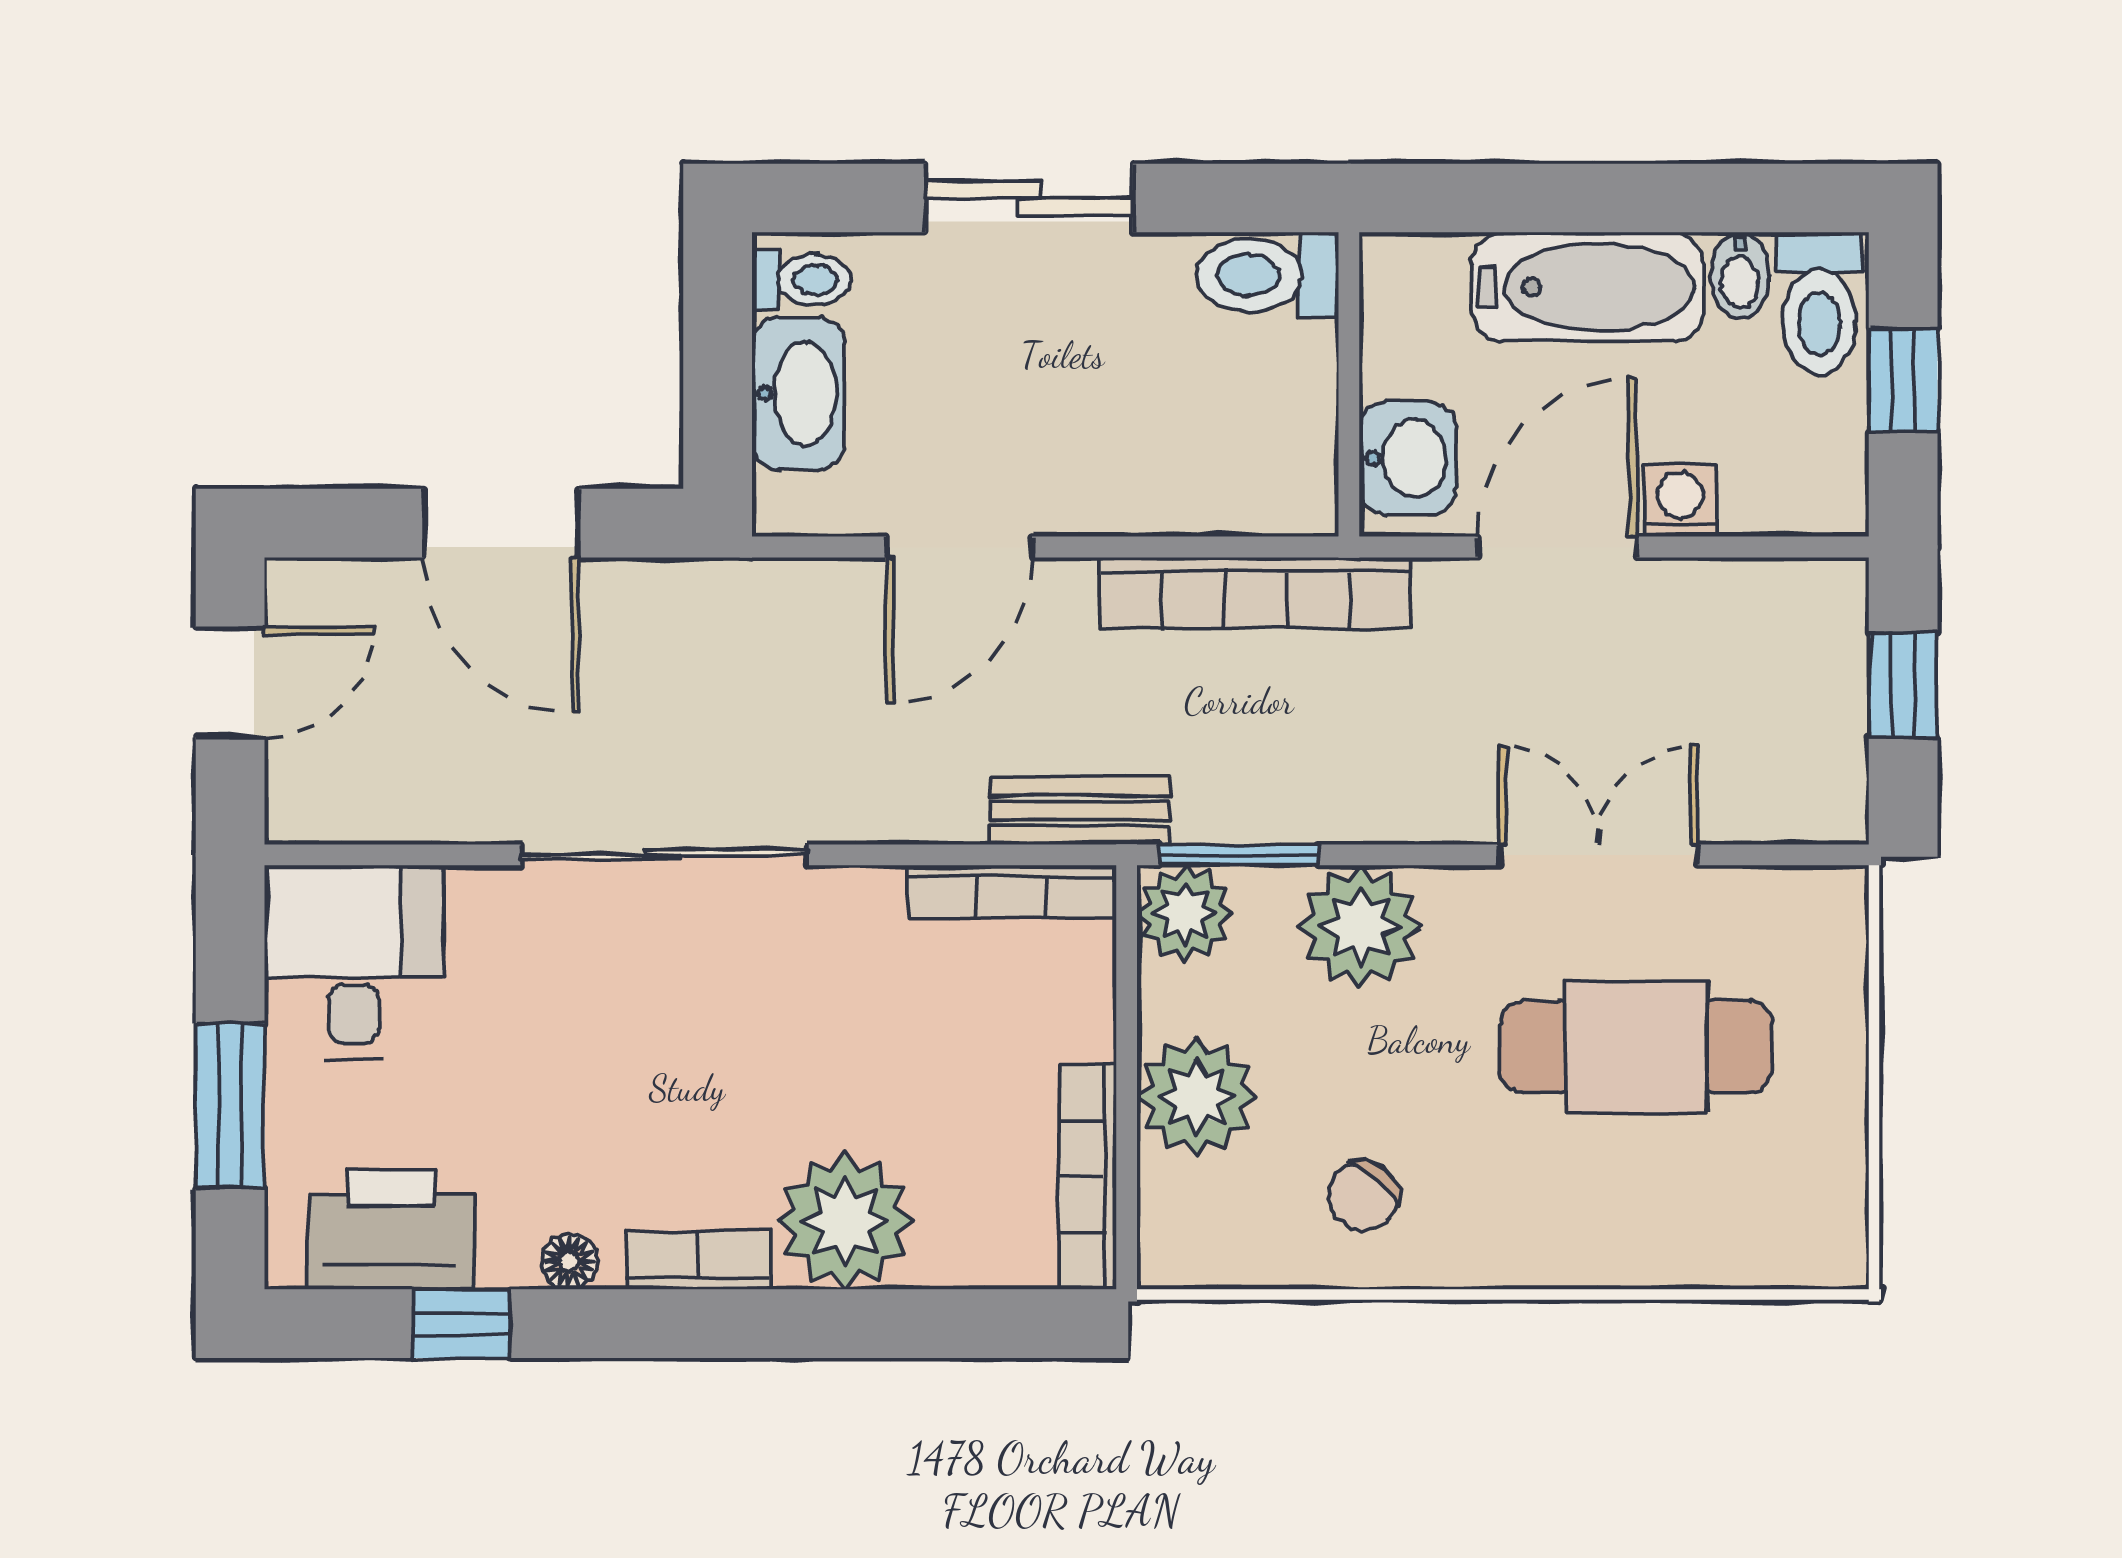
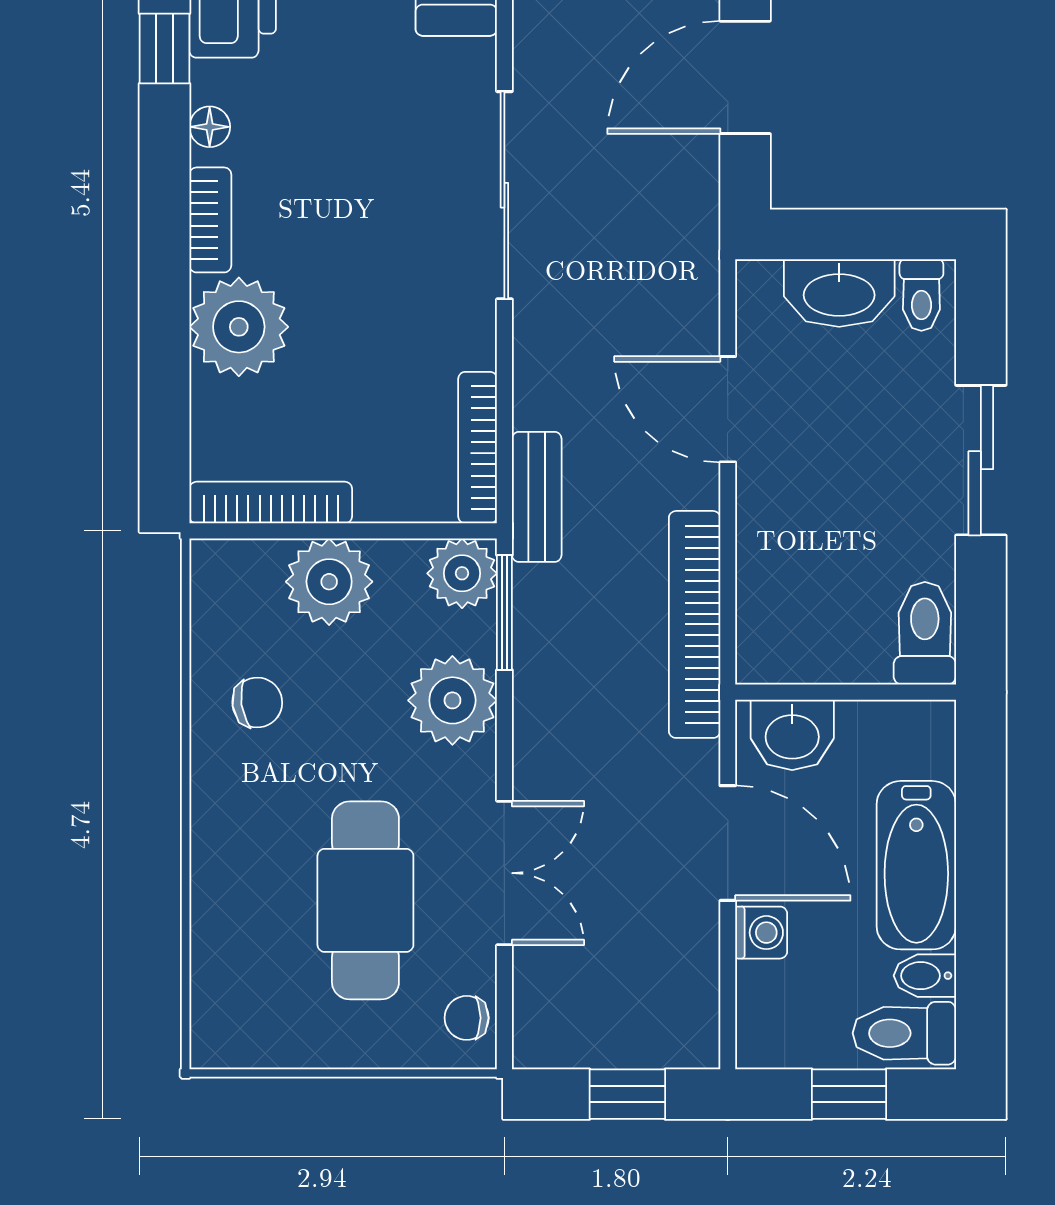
chair: (1798, 907) -> (467, 1018), added
chair: (1363, 1196) -> (257, 703), turned 132

